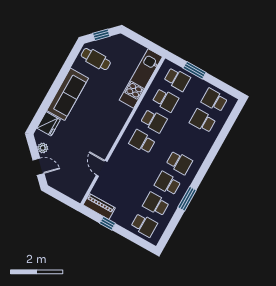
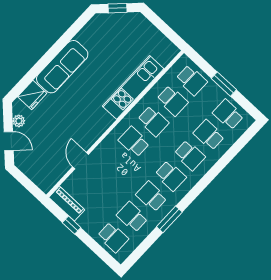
cafe table: (96, 59) -> (104, 34), removed
window: (195, 70) -> (224, 84), moved
kitchen unit: (141, 78) -> (133, 87), moved
school desk: (191, 142) -> (190, 155), added

